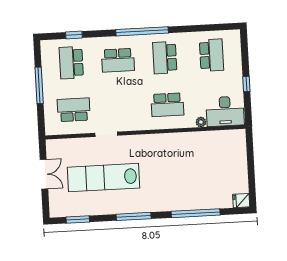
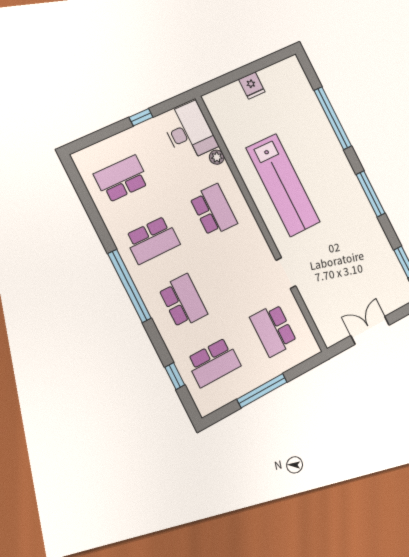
lab bench: (103, 178) -> (283, 185), moved
fridge: (241, 201) -> (252, 85), moved

